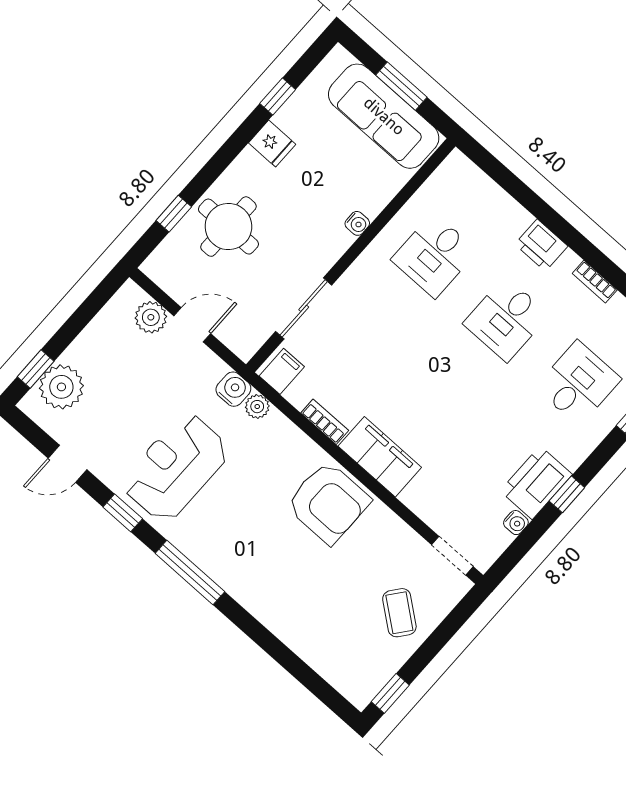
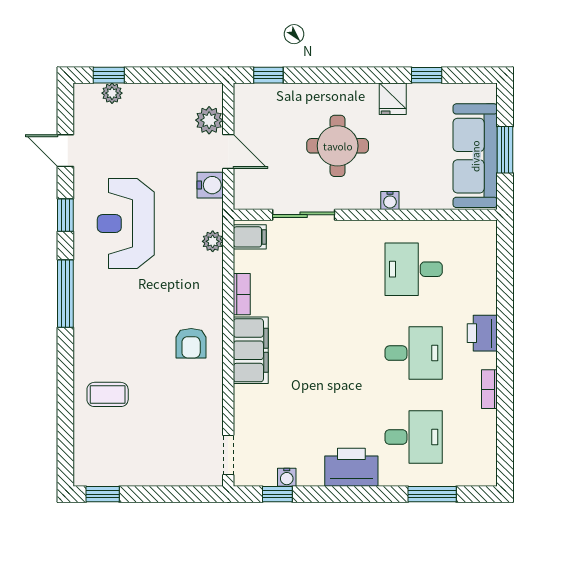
window: (174, 214) -> (268, 75), moved
round table: (228, 227) -> (338, 146), moved
desk: (506, 319) -> (414, 353), turned 180
plant: (61, 387) -> (112, 93), width x0.53, depth x0.53
water cooler: (233, 389) -> (210, 185), moved
reception desk: (176, 467) -> (126, 223), turned -90
printer: (536, 483) -> (351, 467), moved
window: (567, 494) -> (277, 494), moved
armchair: (328, 503) -> (191, 343), width x0.53, depth x0.53
coffee table: (399, 613) -> (108, 394), moved, turned 52

